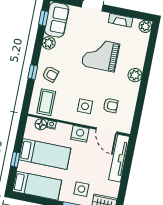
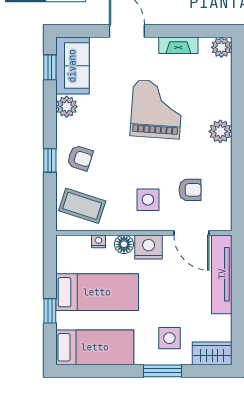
grand piano: (101, 55) -> (157, 109), turned 94
coffee table: (46, 102) -> (82, 206), turned -72
floor lamp: (41, 124) -> (124, 244), moved

